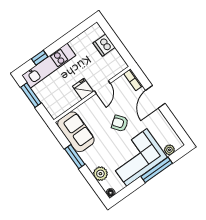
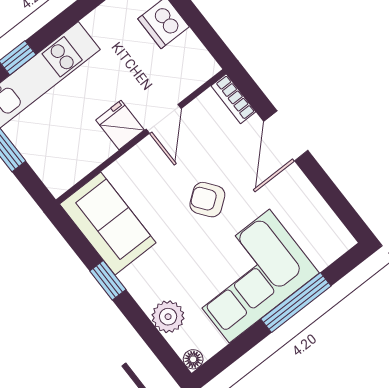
plant: (169, 150) -> (323, 255), removed
window: (75, 157) -> (108, 280), width x0.67

